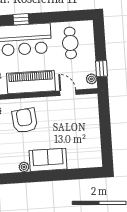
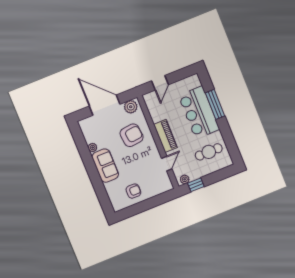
window: (21, 19) -> (215, 104), width x2.17
piano: (31, 82) -> (165, 136), width x0.73, depth x0.75
armchair: (86, 139) -> (133, 191), added

